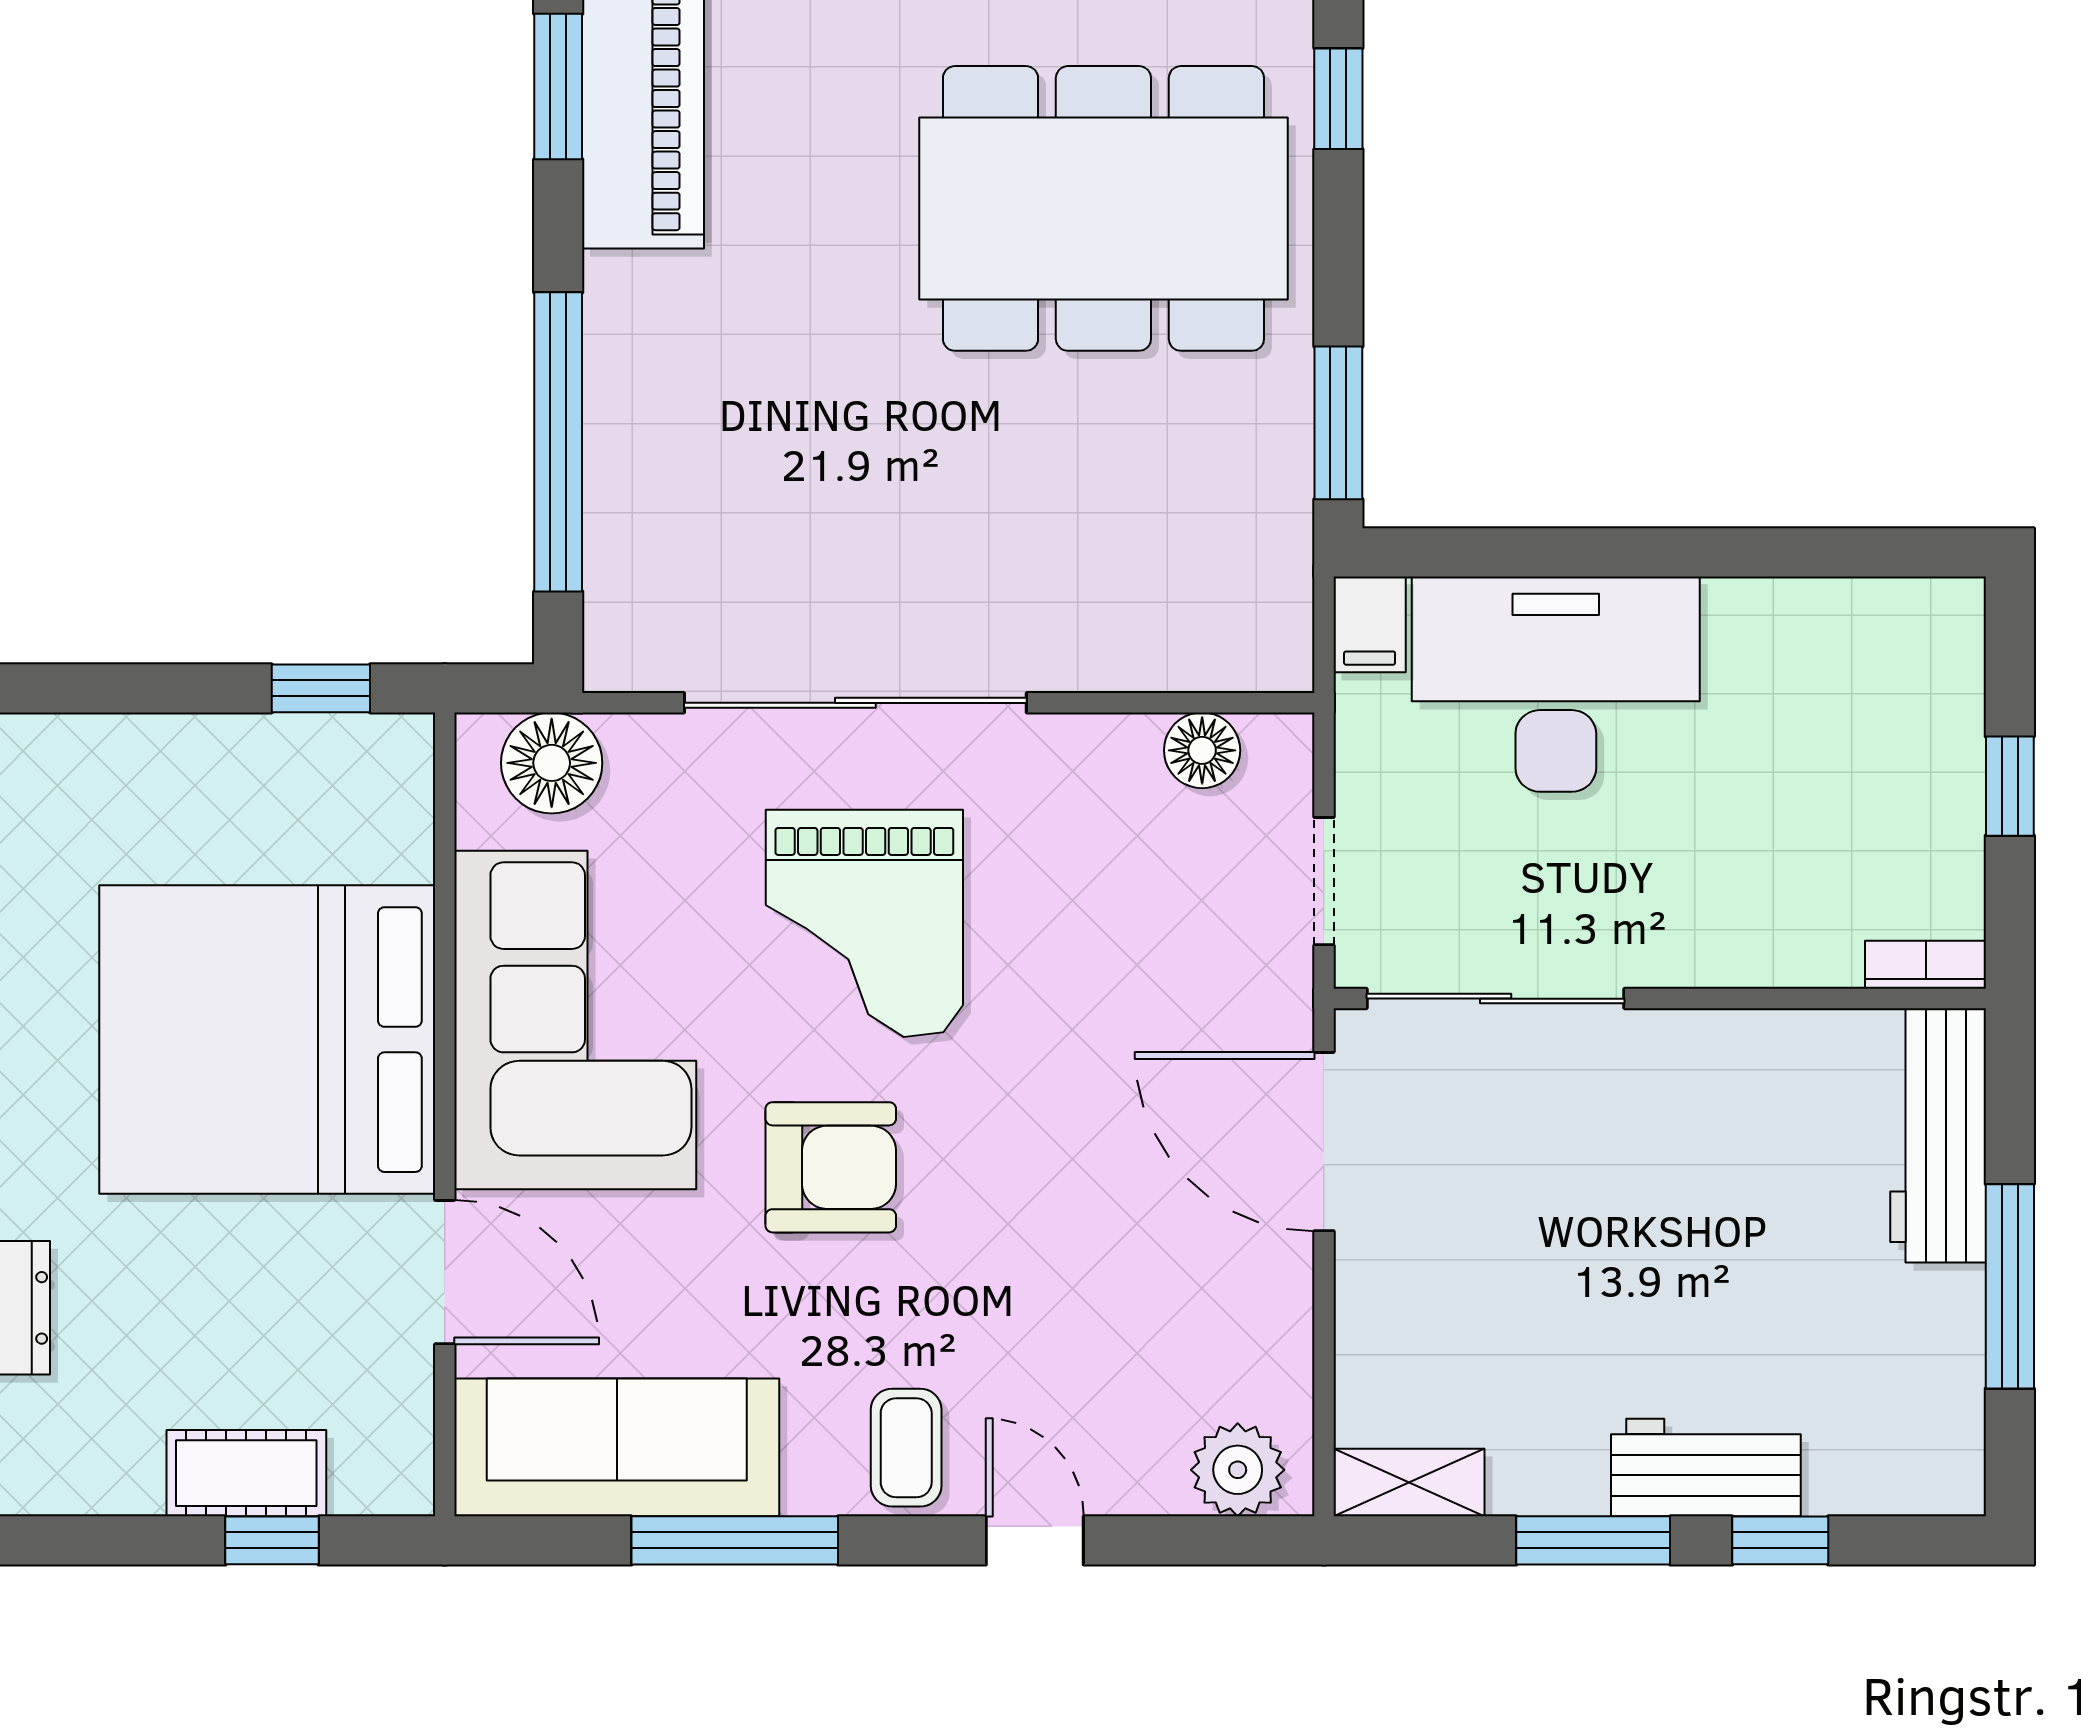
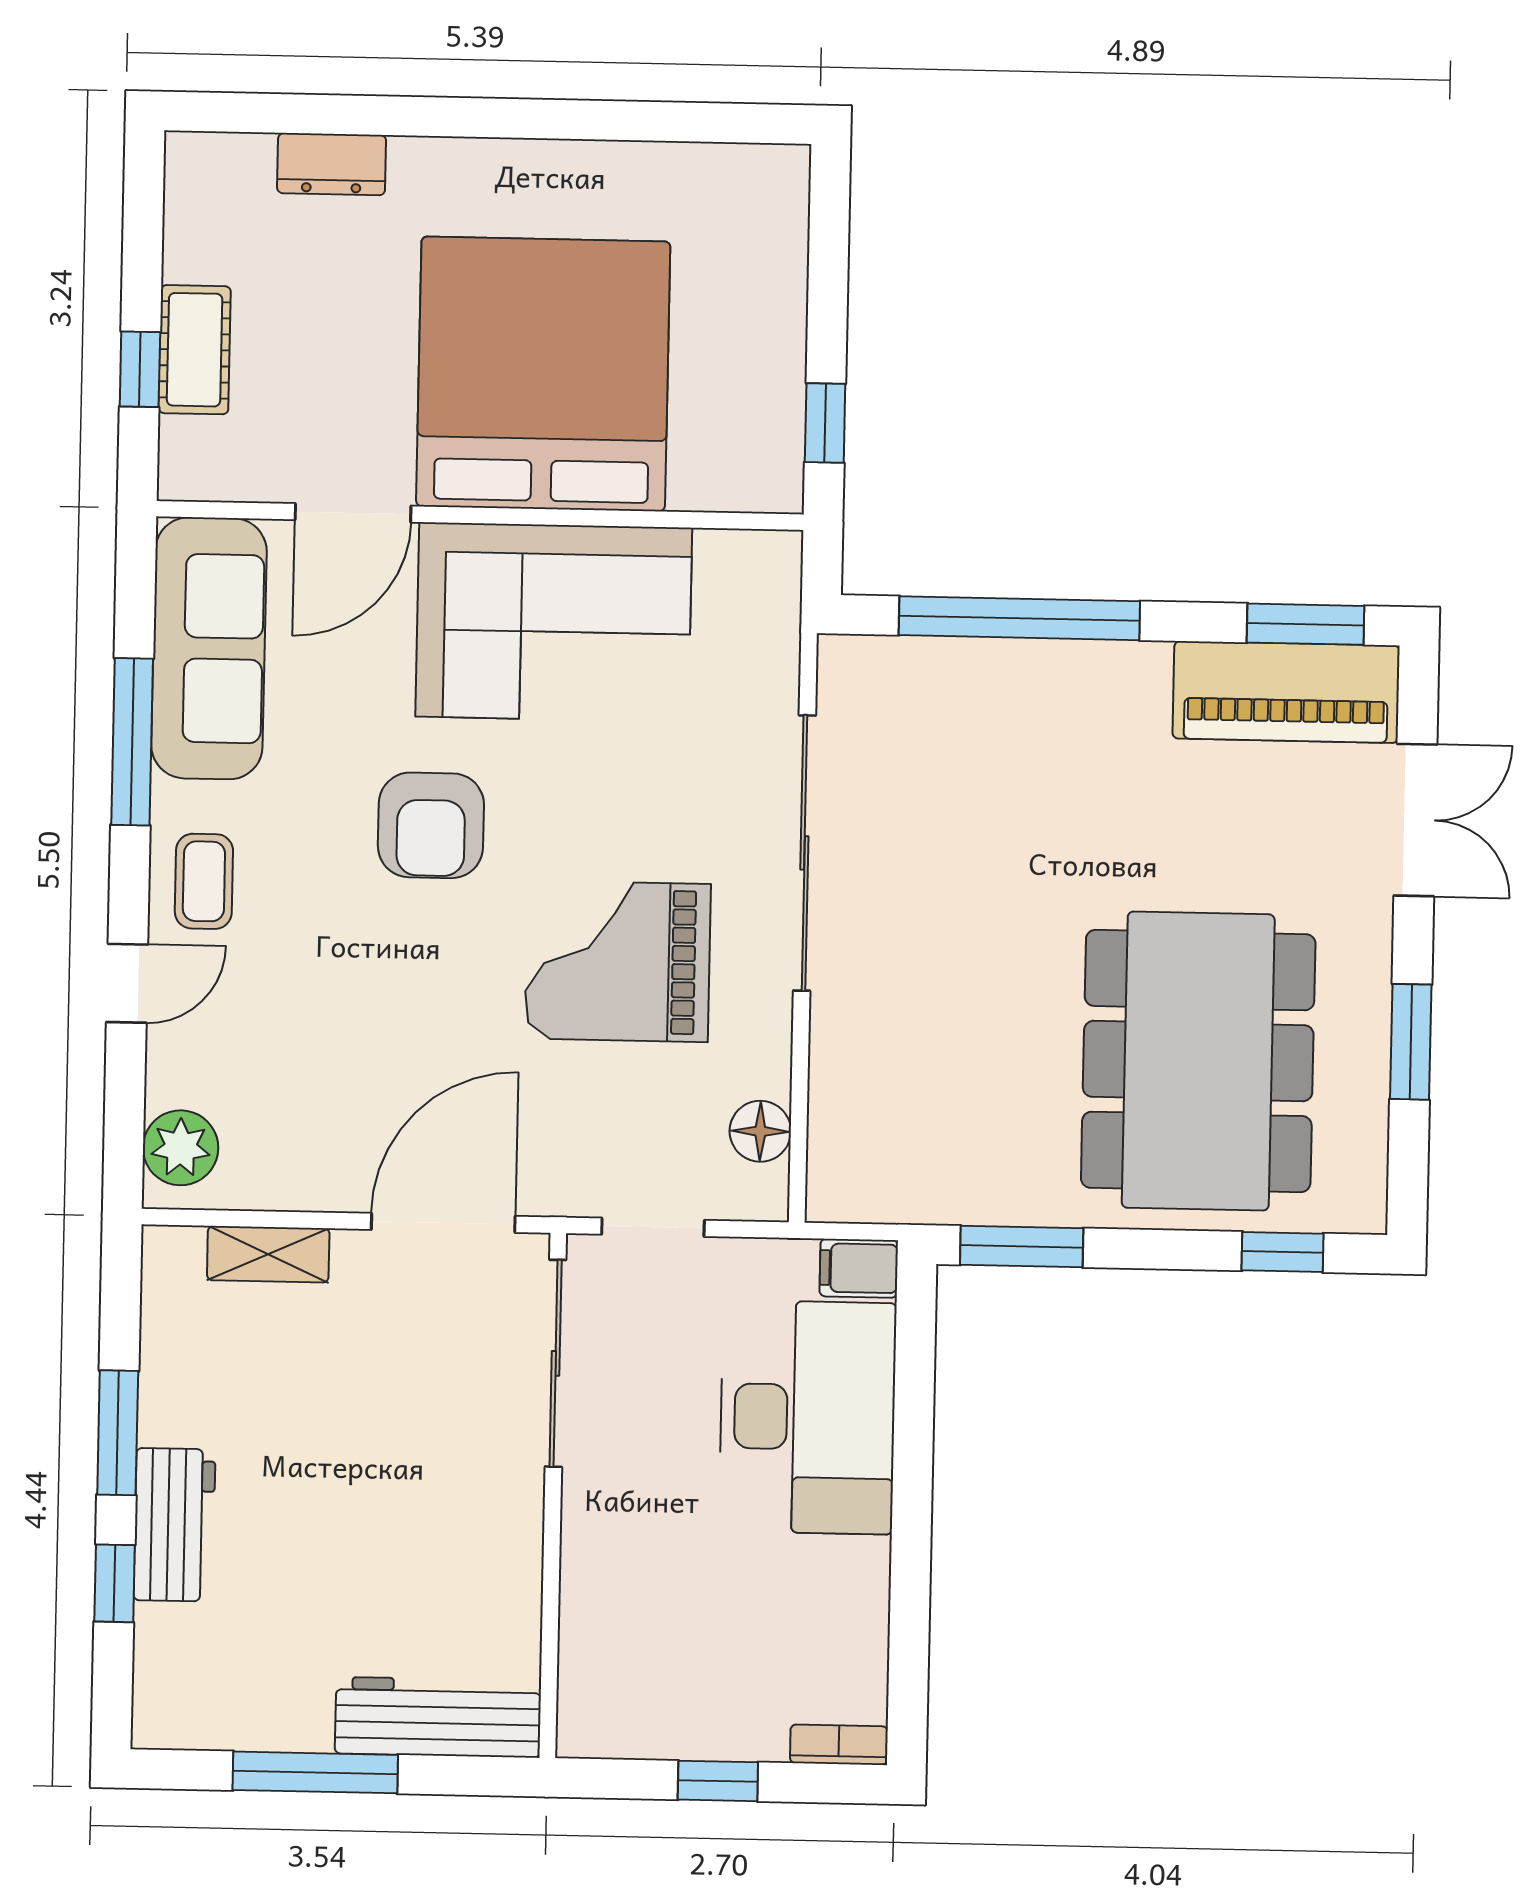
floor lamp: (552, 763) -> (761, 607), removed
grand piano: (864, 923) -> (618, 961), moved
bookcase: (1926, 965) -> (839, 1745), moved, turned -90
coffee table: (906, 1448) -> (204, 881), turned 90
shelving: (1409, 1483) -> (268, 1254), moved, turned 90

